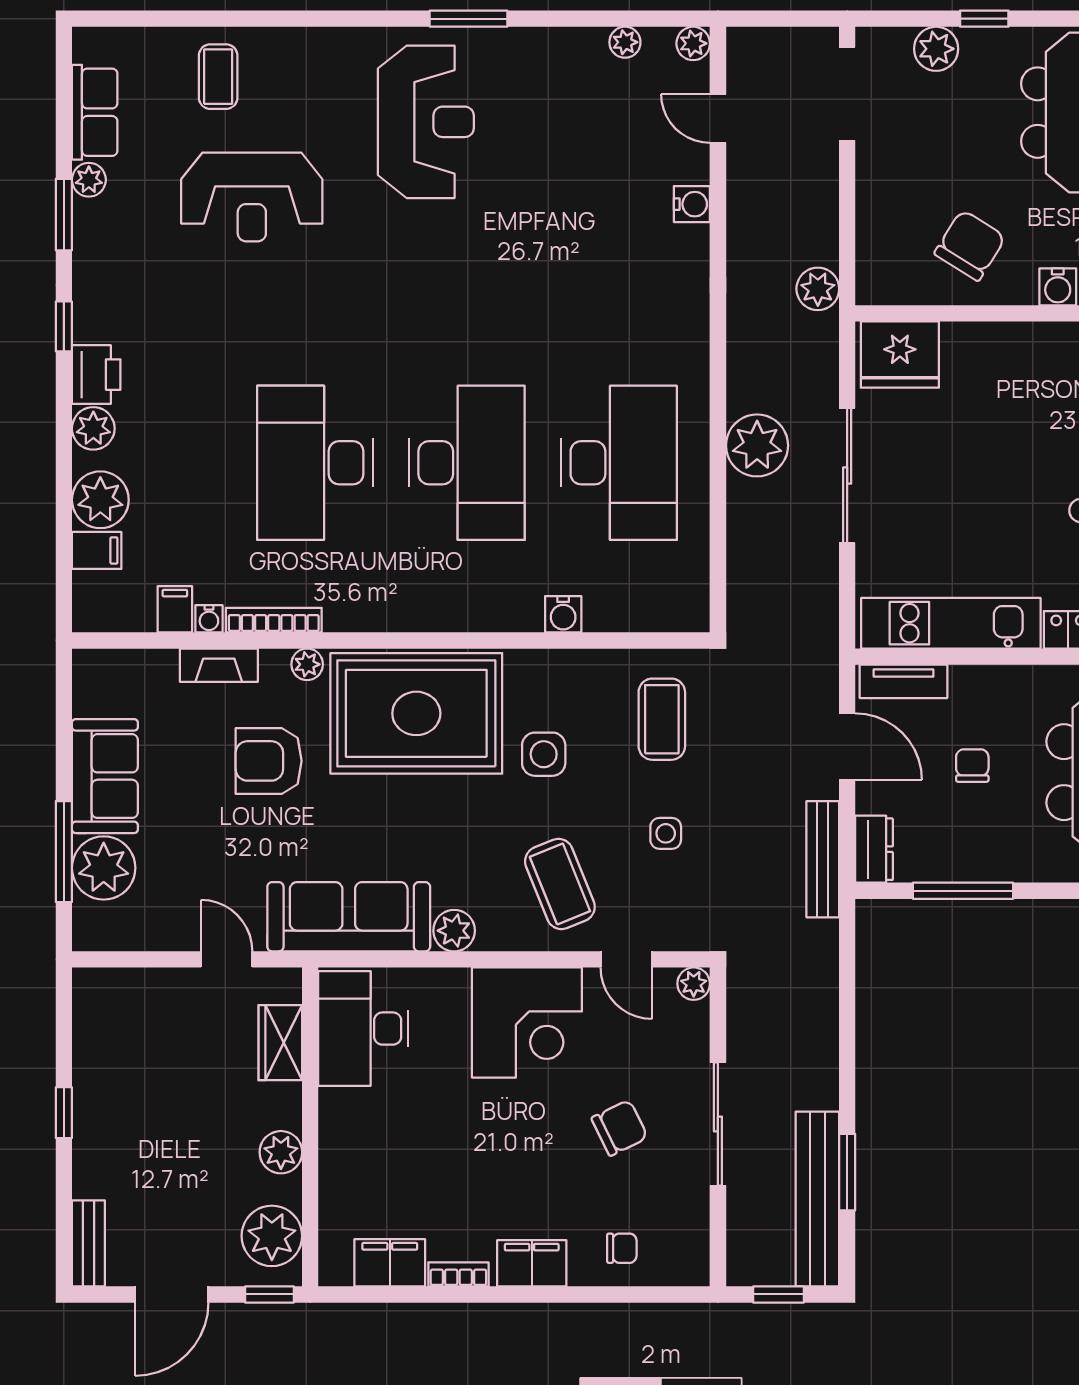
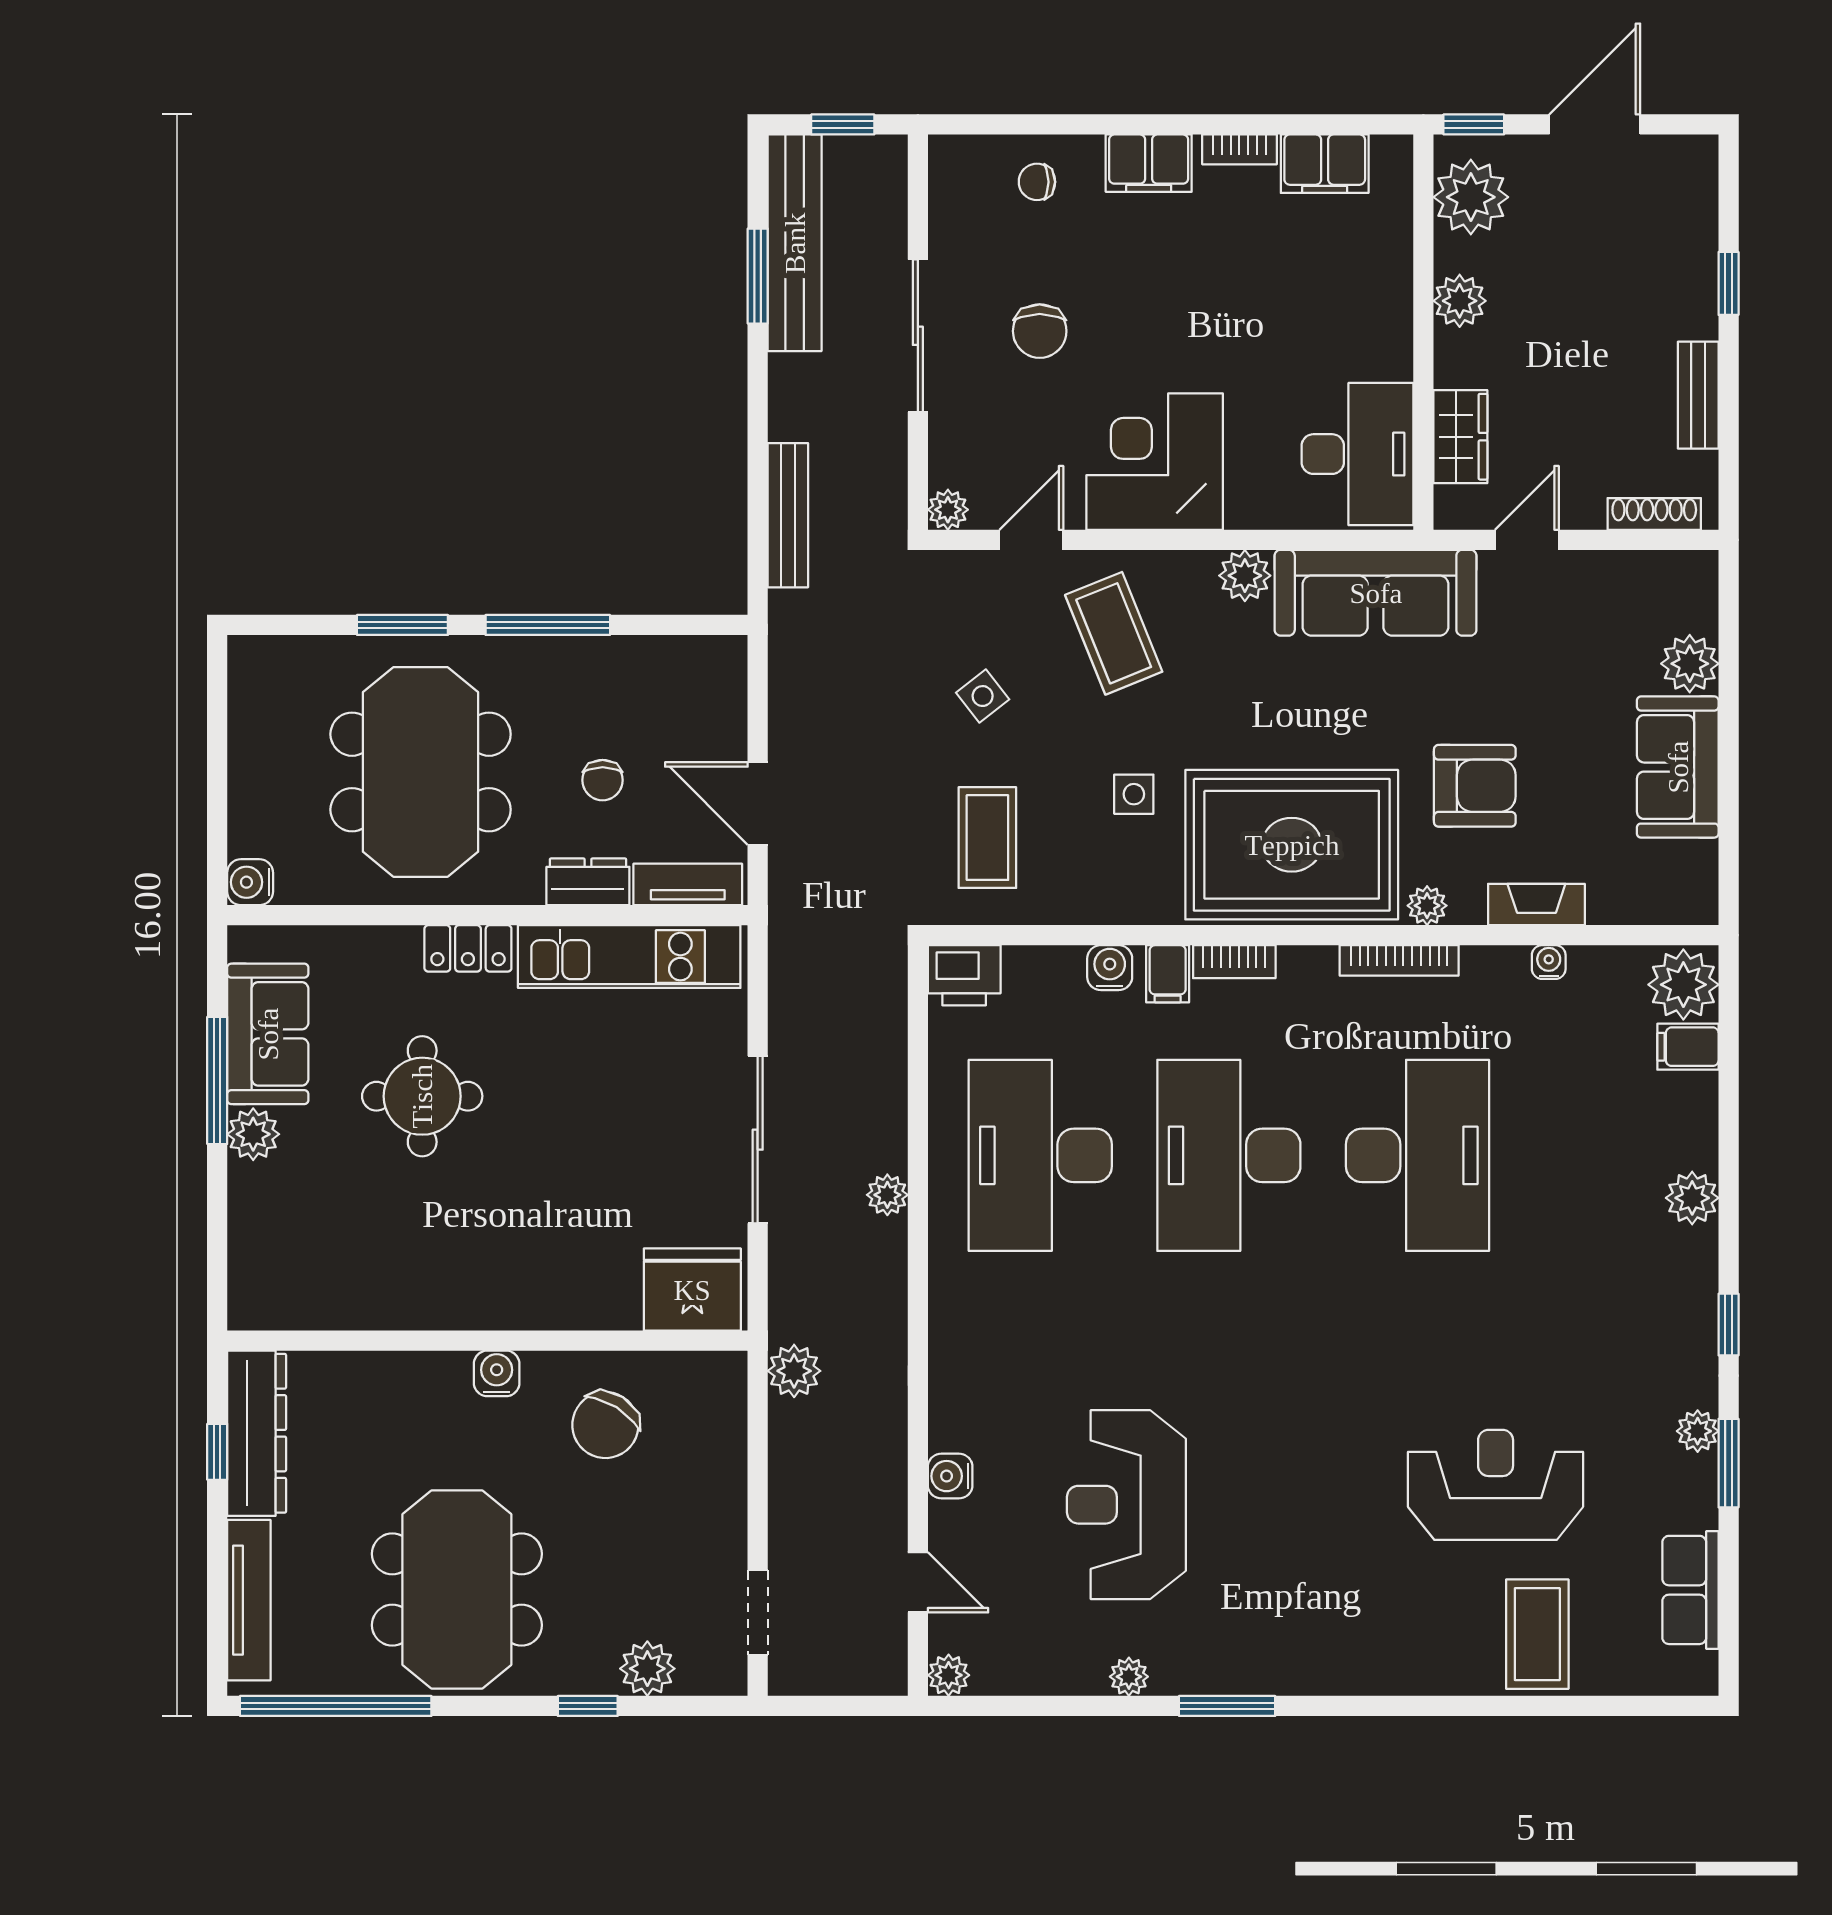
plant: (625, 42) -> (1129, 1677), moved
coffee table: (218, 77) -> (1537, 1634), width x1.36, depth x1.30
doorway: (847, 94) -> (758, 1613), width x0.73
reception desk: (426, 122) -> (1126, 1505), moved
plant: (89, 180) -> (1698, 1431), moved
printer: (96, 375) -> (964, 975), moved, turned -90
plant: (757, 445) -> (887, 1195), width x0.53, depth x0.53
plant: (100, 500) -> (1683, 985), moved
filing cabinet: (175, 609) -> (1168, 974), moved
bookcase: (463, 619) -> (1234, 962), added
bookcase: (274, 620) -> (1399, 960), moved
side table: (544, 754) -> (1134, 794), width x0.73, depth x0.73
side table: (666, 833) -> (983, 696), turned -38
dresser: (874, 849) -> (588, 882), moved, turned 90
window: (64, 852) -> (1729, 673), removed
bench: (823, 859) -> (788, 515), moved
plant: (104, 868) -> (1690, 664), width x0.73, depth x0.73
window: (963, 891) -> (548, 625), moved
door: (227, 959) -> (1527, 540), swing flipped
door: (626, 959) -> (1031, 540), hinge flipped
shoe rack: (124, 980) -> (1654, 514), added
window: (64, 1113) -> (1729, 283), moved
chair: (620, 1128) -> (1040, 331), turned -64
bench: (88, 1243) -> (1698, 395), moved

